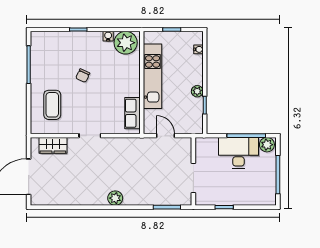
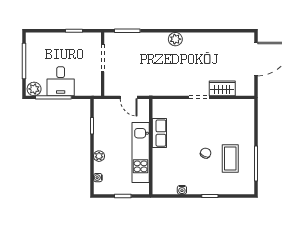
plant: (126, 43) -> (166, 184), removed
plant: (197, 91) -> (99, 156), moved
coffee table: (52, 105) -> (230, 158), moved
row of seats: (132, 113) -> (159, 133), moved
wardrobe: (53, 145) -> (222, 88), moved
desk: (238, 153) -> (61, 81), width x0.73

